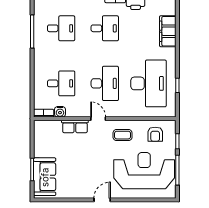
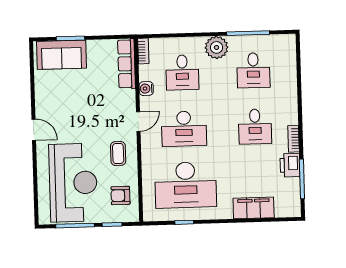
plant: (43, 56) -> (216, 47), added
water cooler: (60, 112) -> (146, 89), moved
row of seats: (75, 126) -> (127, 64), moved, width x1.48

